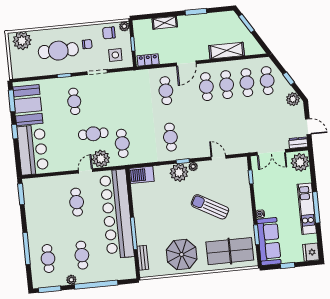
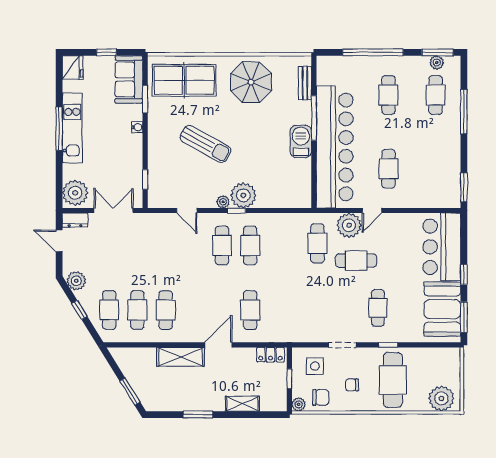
cafe table: (58, 51) -> (393, 380), turned 90
shelving: (227, 51) -> (181, 357), moved
cafe table: (206, 87) -> (222, 245), moved
barbecue: (142, 175) -> (301, 141), moved, turned -90
sofa: (269, 241) -> (129, 79), width x0.73
plant: (71, 280) -> (437, 63), moved

